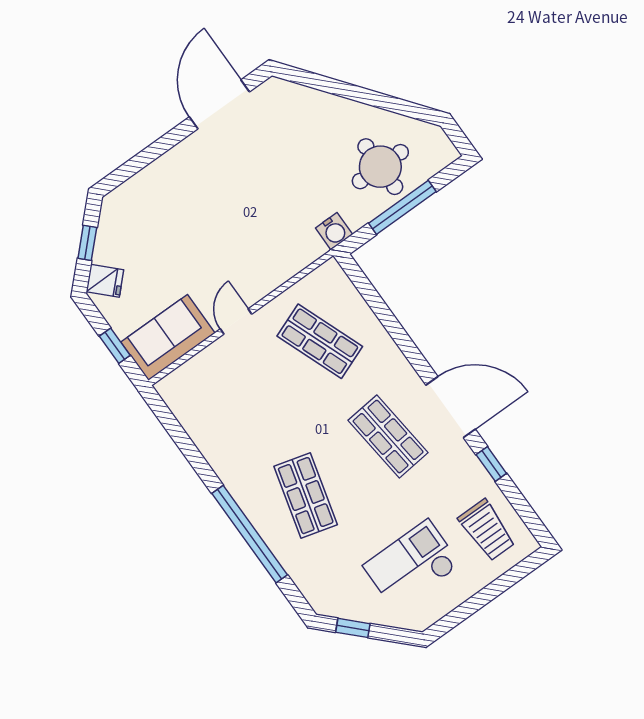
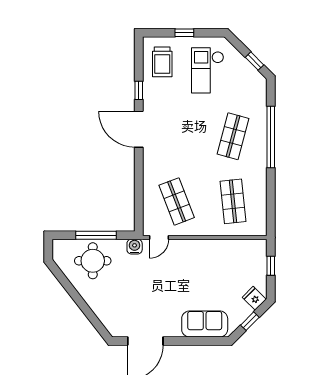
door: (236, 321) -> (159, 238), moved
sofa: (168, 338) -> (205, 324), moved, turned 180
shop shelf: (388, 437) -> (233, 201), moved
trolley: (487, 530) -> (162, 62), turned 180
checkout: (412, 565) -> (208, 70), turned 90
window: (485, 596) -> (184, 33), added

